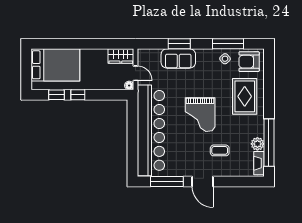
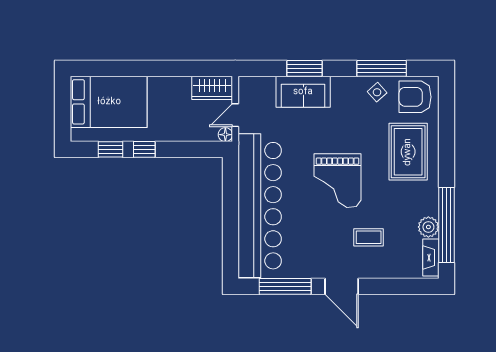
door: (135, 73) -> (235, 115), swing flipped

